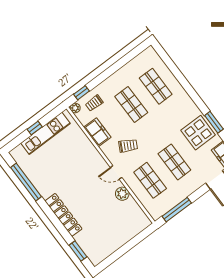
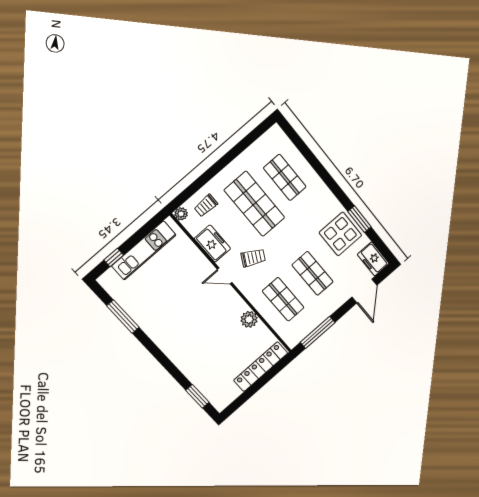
window: (82, 93) -> (188, 193), removed
shop shelf: (131, 105) -> (255, 204), width x1.43, depth x1.36
window: (35, 128) -> (114, 257), moved
door: (116, 172) -> (225, 276), moved
window: (26, 182) -> (123, 316), width x0.68
locker: (63, 215) -> (261, 367), moved, turned -90

